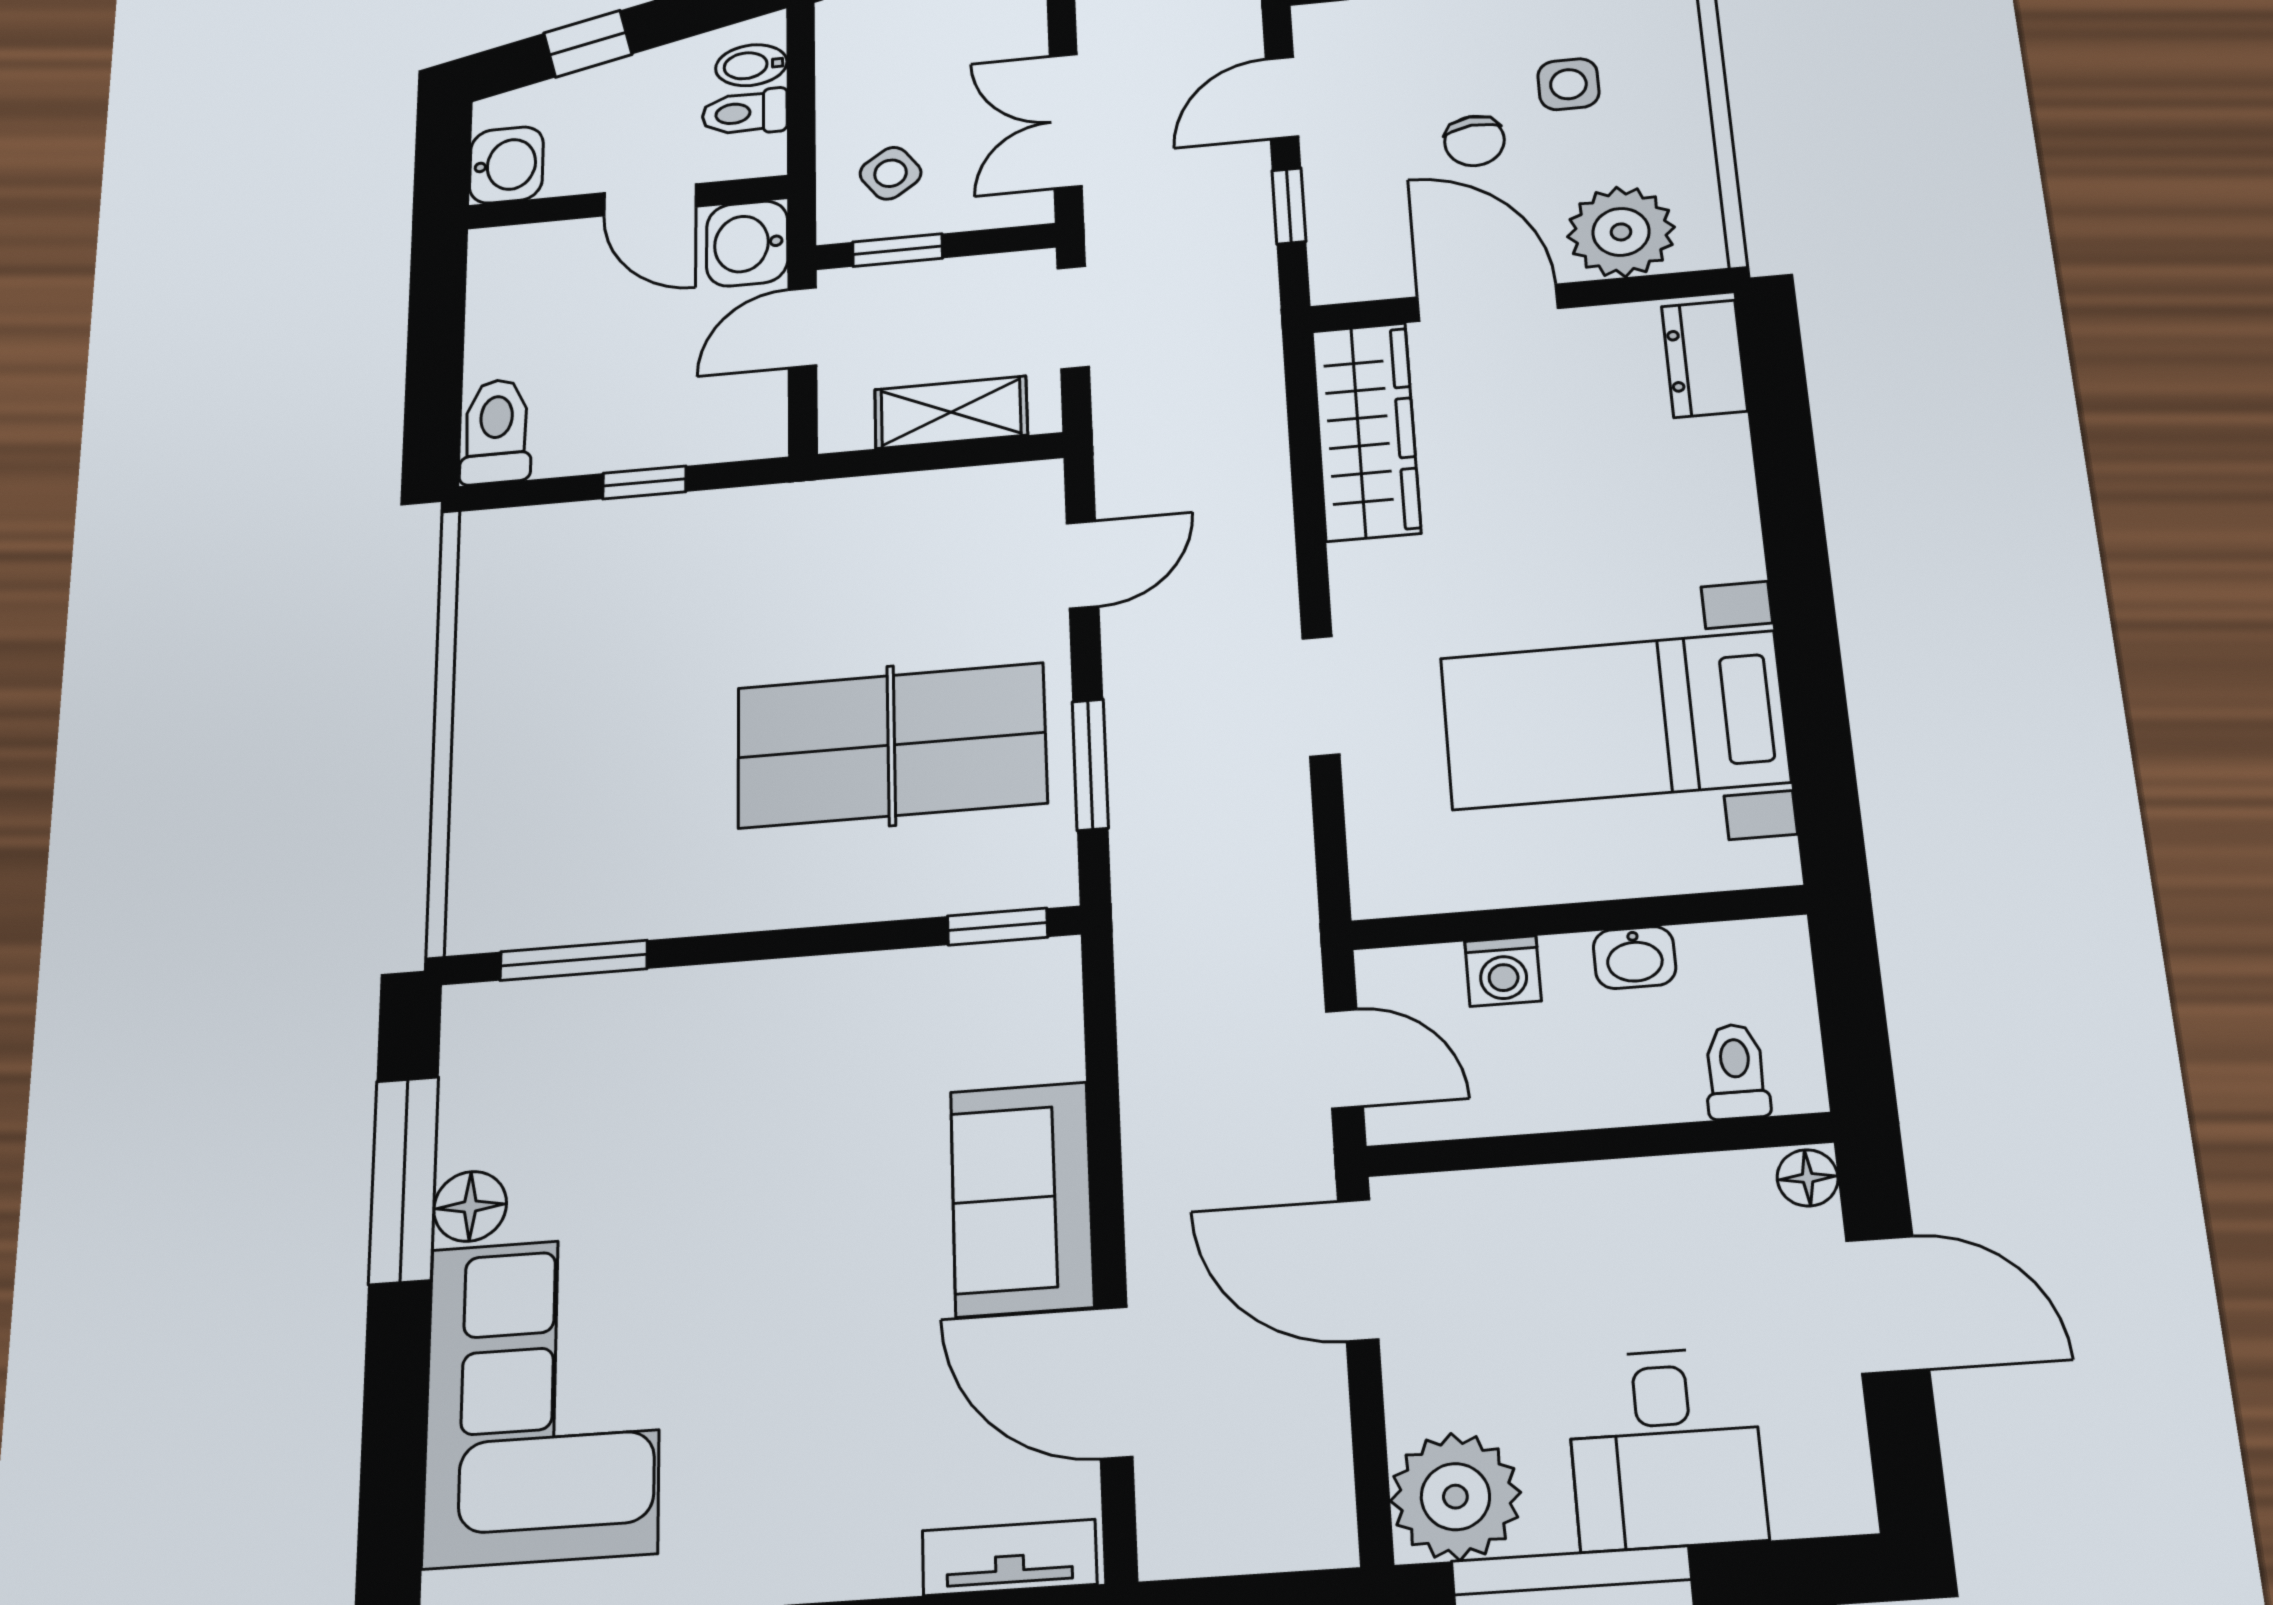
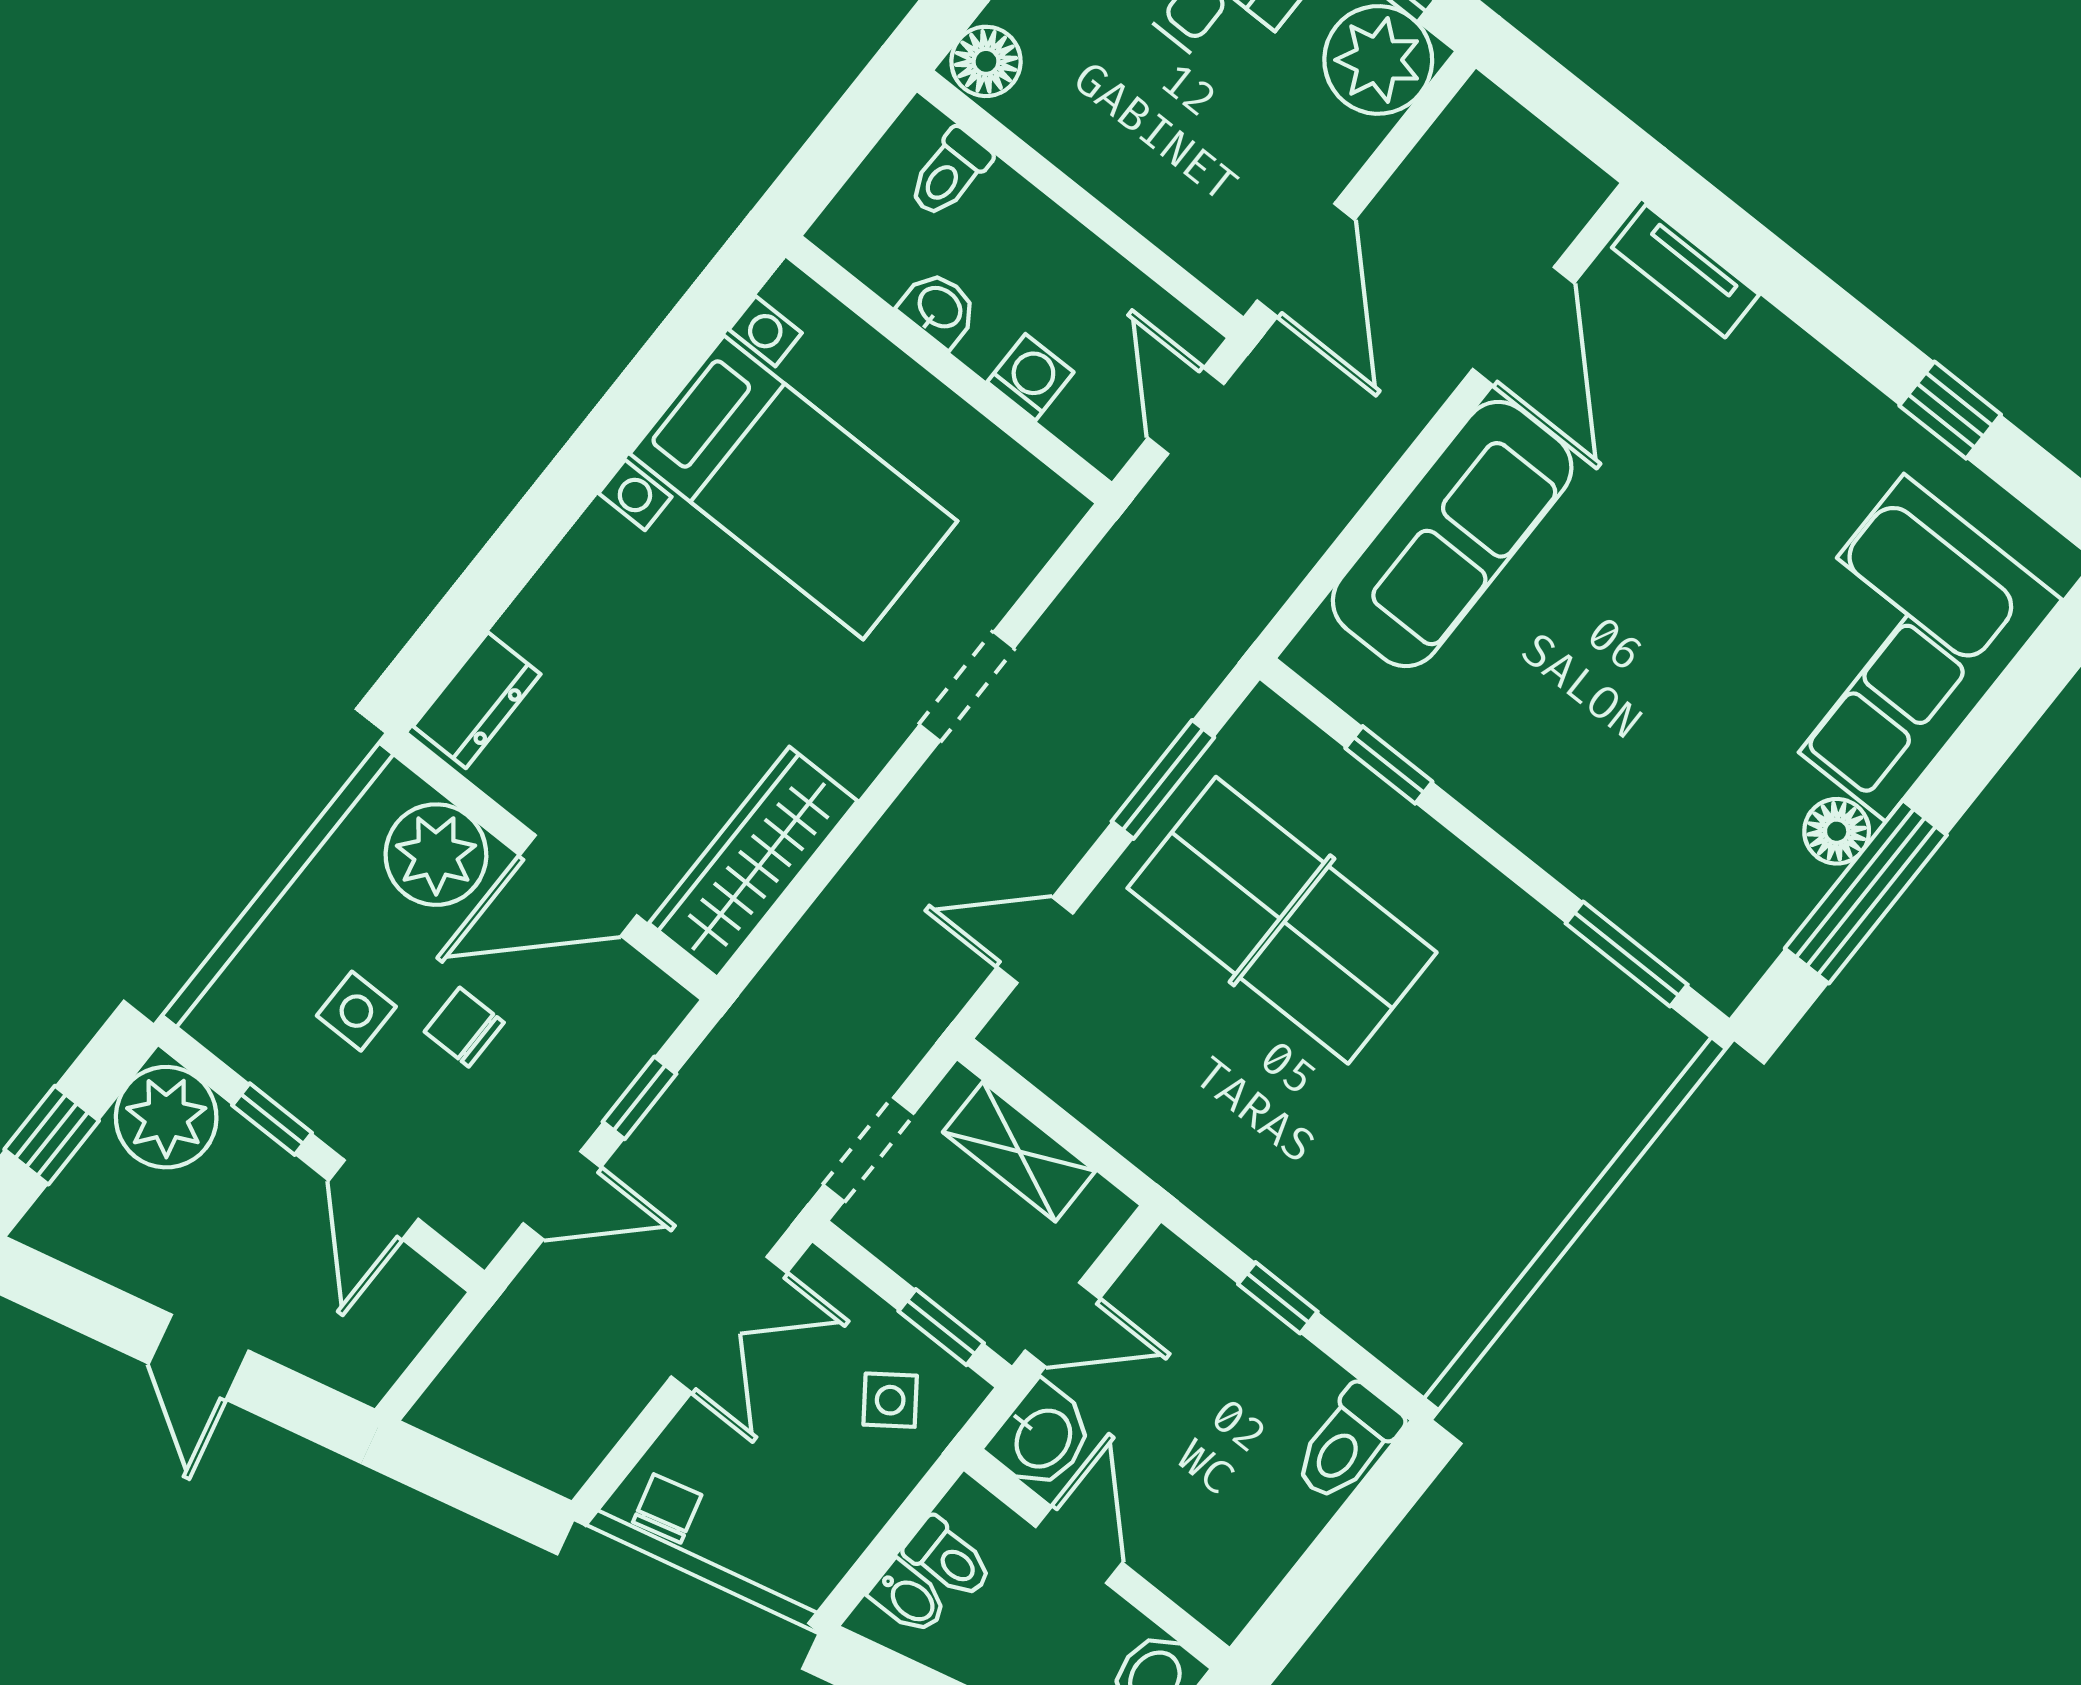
chair: (1474, 141) -> (464, 1027), turned -84
door: (1488, 303) -> (578, 885), hinge flipped
window: (998, 927) -> (1389, 765), moved
floor lamp: (1808, 1178) -> (986, 61), width x1.37, depth x1.37
sofa: (1022, 1199) -> (1452, 534), width x1.36

